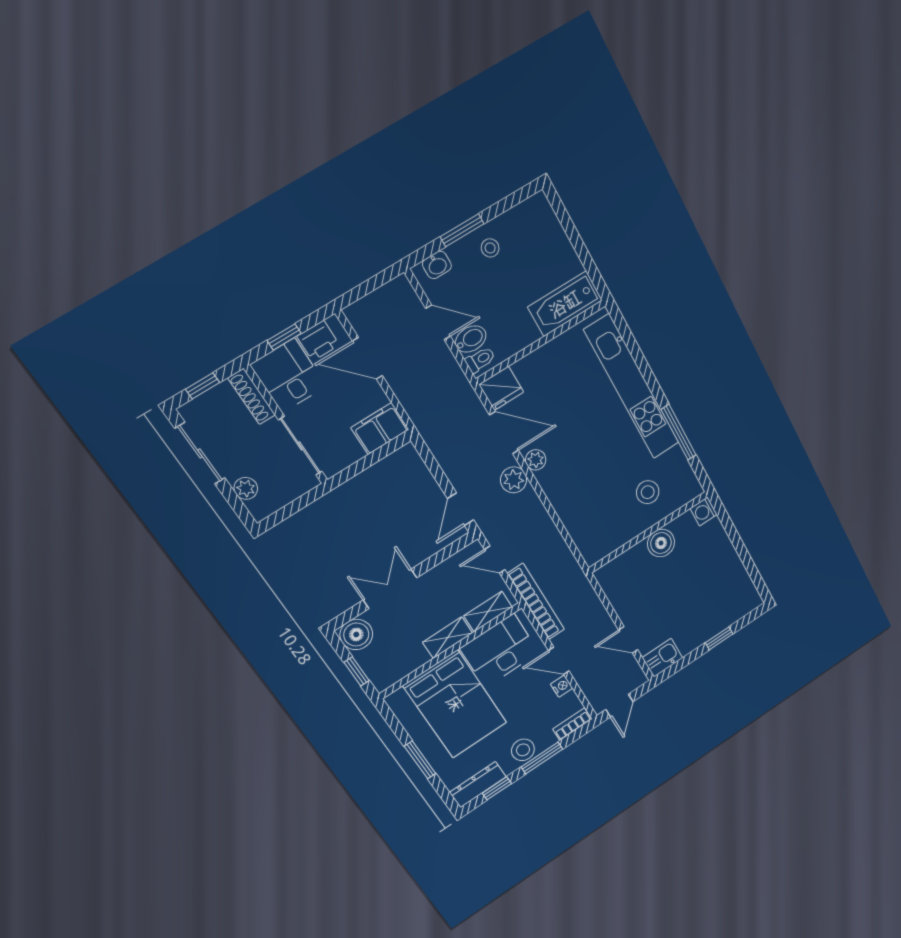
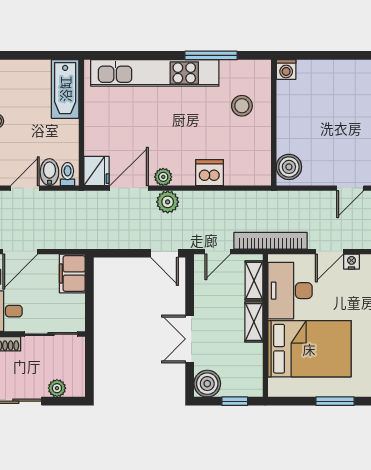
dishwasher: (567, 502) -> (210, 173), added
boiler: (661, 543) -> (289, 167), moved

